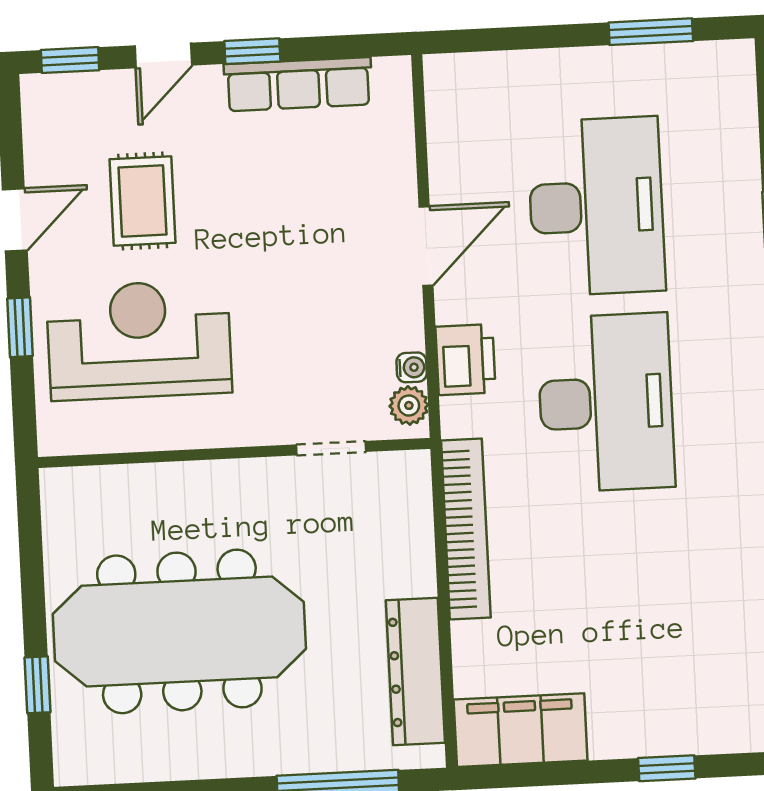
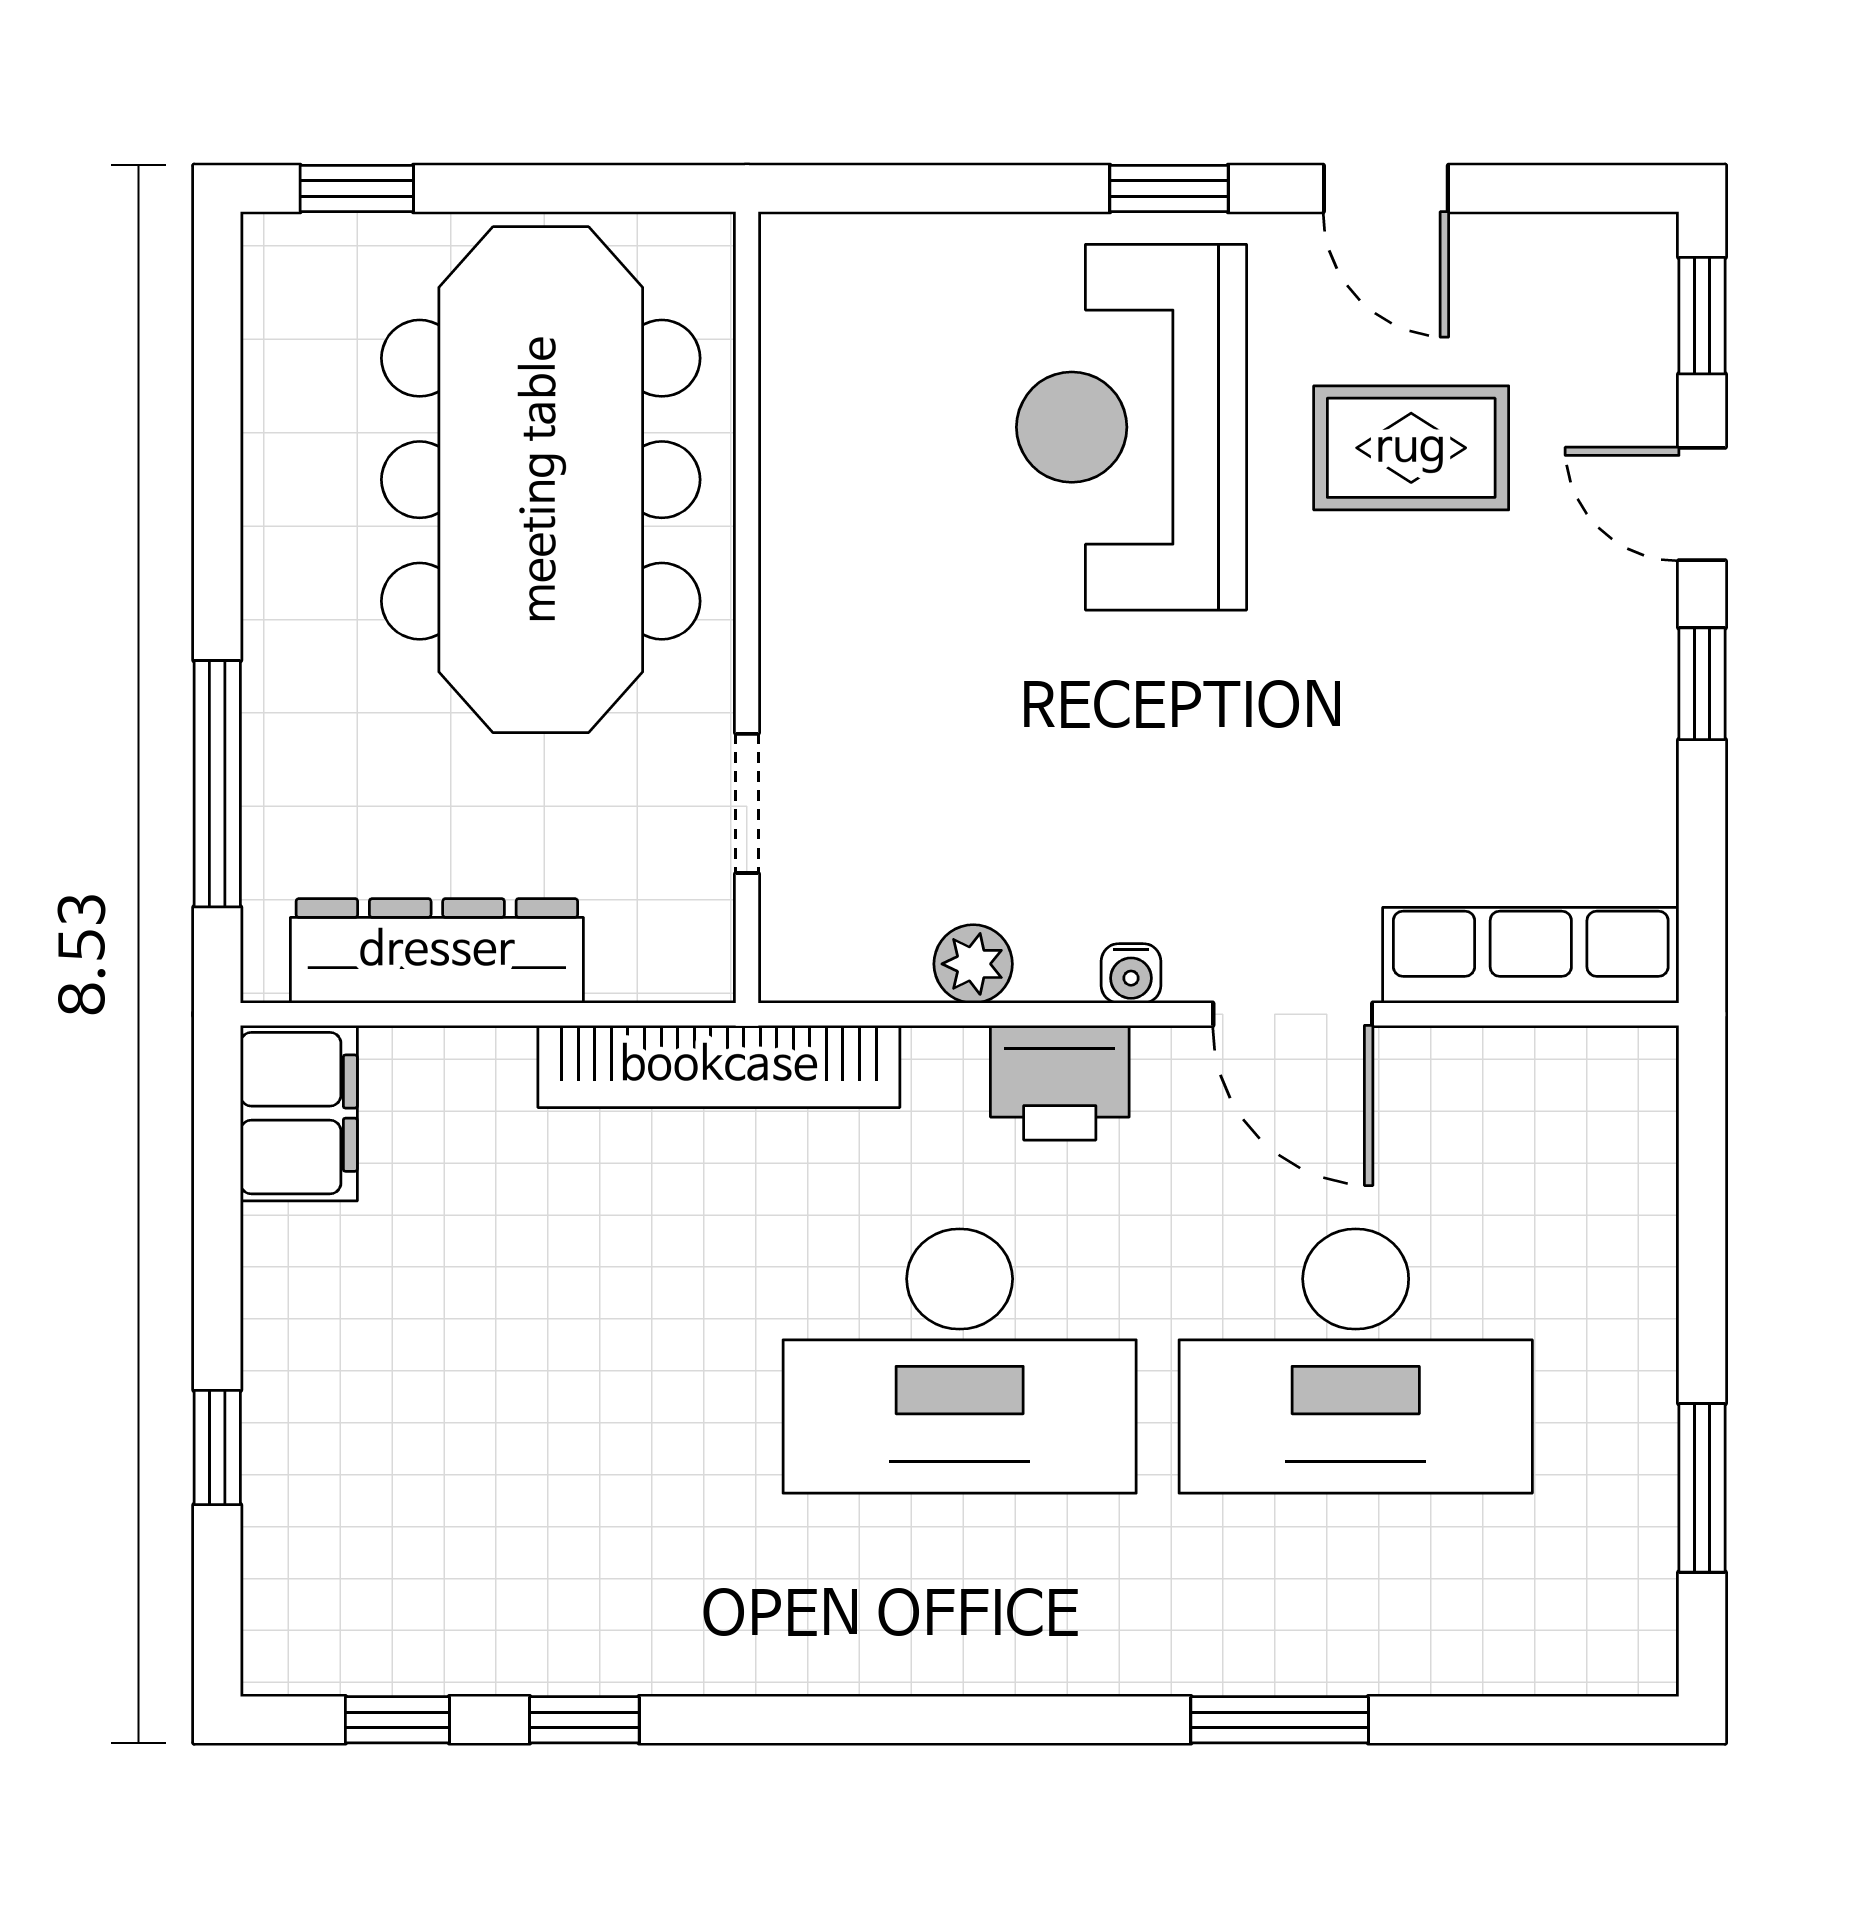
row of seats: (298, 84) -> (1531, 955), moved, turned 90
reception desk: (139, 340) -> (1132, 427), turned 180
water cooler: (412, 367) -> (1131, 973), moved
doorway: (331, 448) -> (747, 803), moved
wall: (234, 453) -> (747, 607), moved
window: (37, 685) -> (357, 189), moved
filing cabinet: (521, 730) -> (299, 1113), width x0.67, depth x0.86

